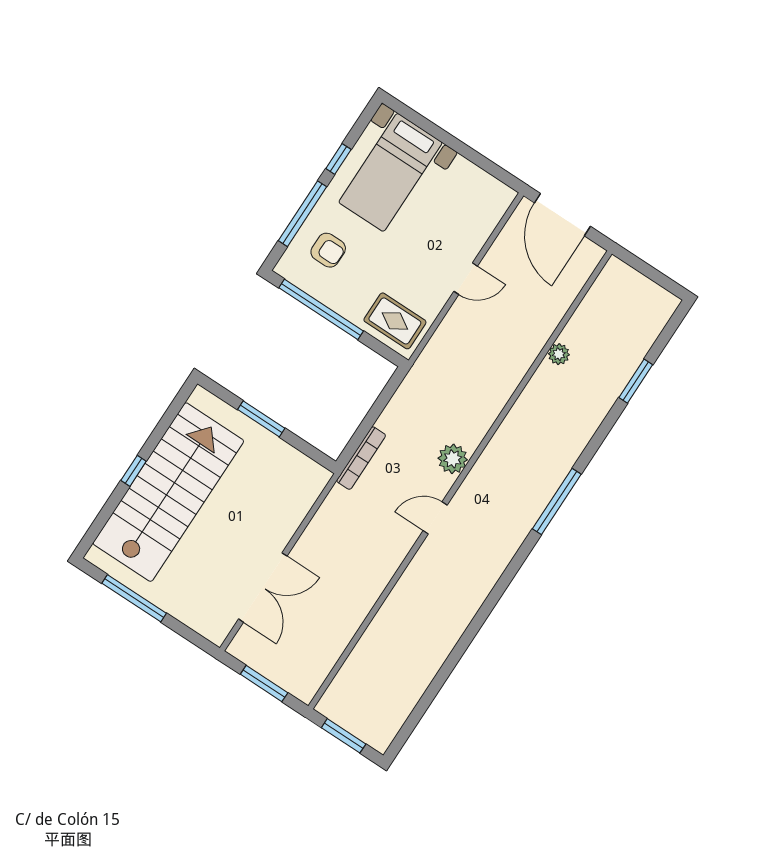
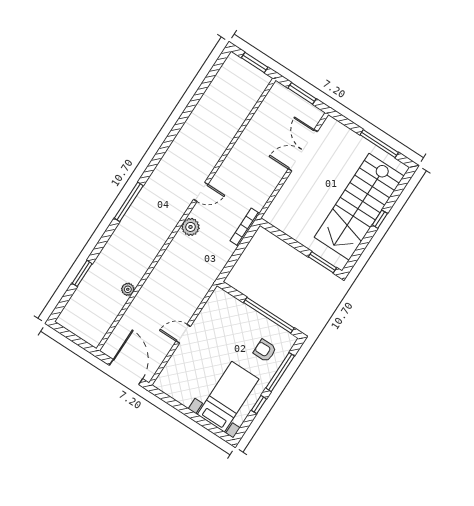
rug: (395, 321) -> (225, 309), removed
window: (261, 419) -> (322, 262), moved

